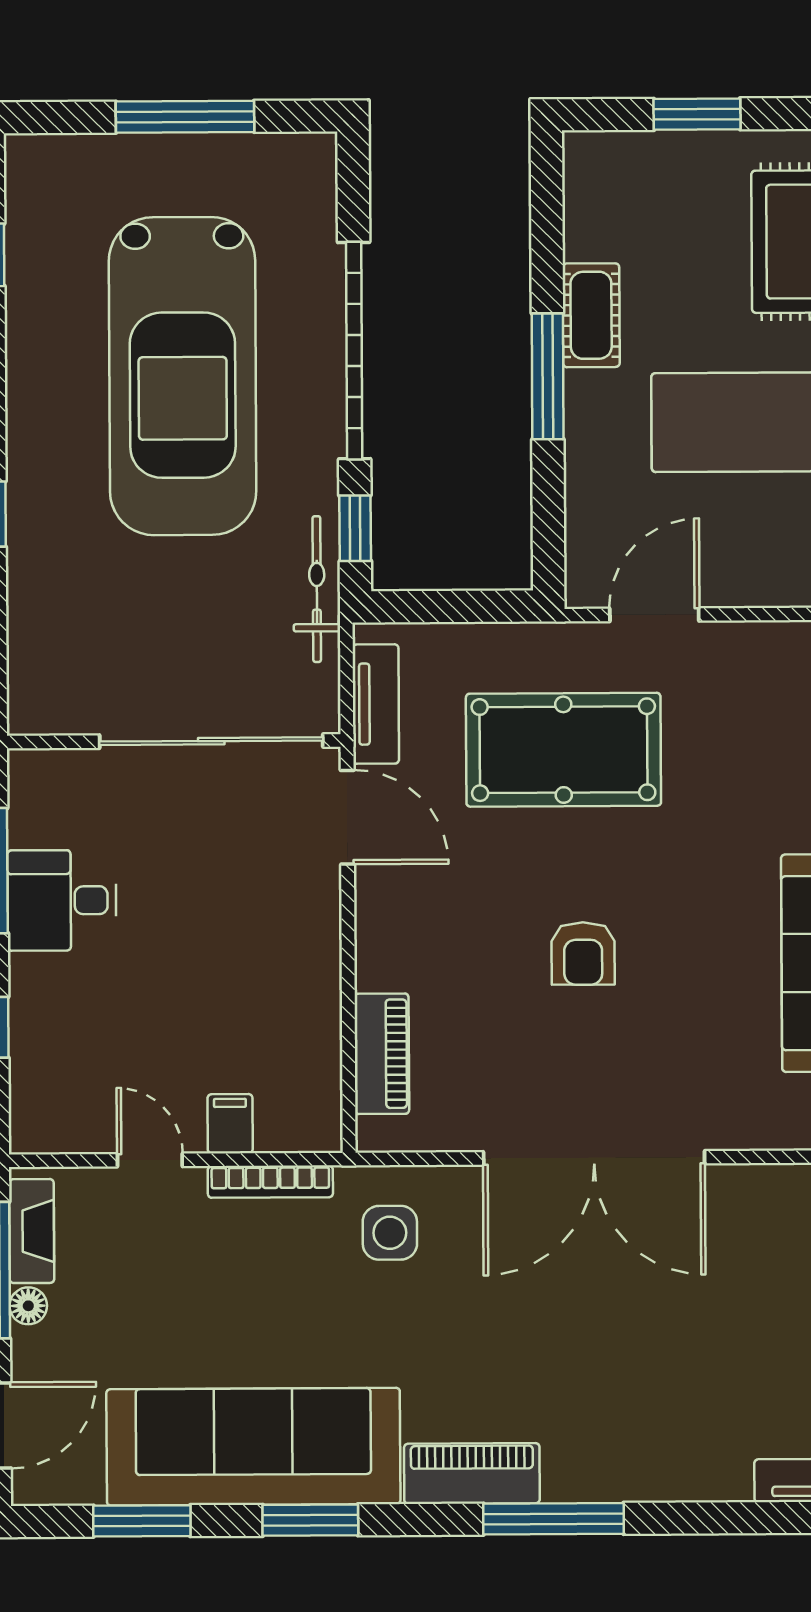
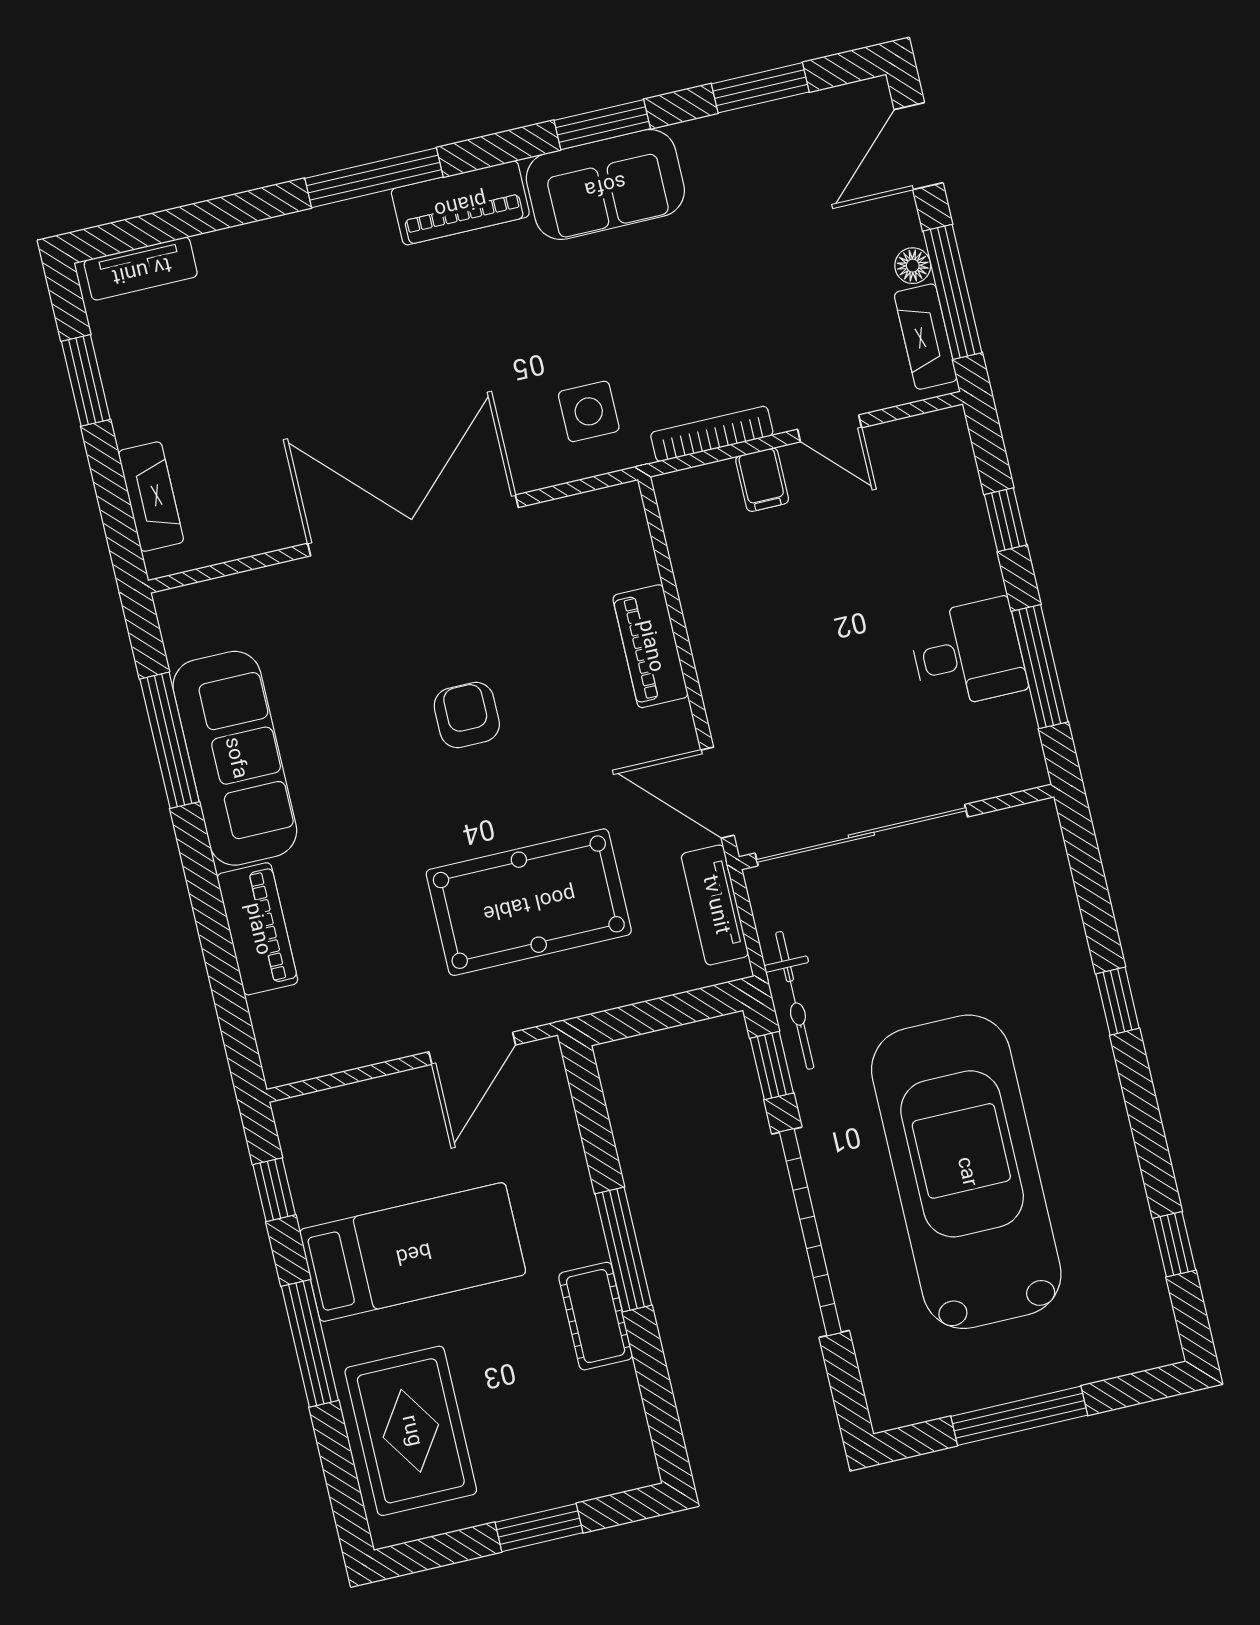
piano: (382, 1054) -> (650, 646), moved
sofa: (253, 1447) -> (605, 184), width x0.54, depth x0.79

